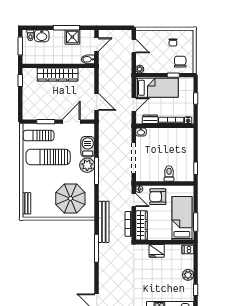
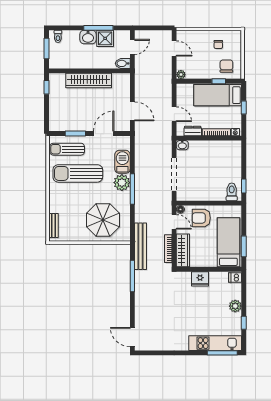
washbasin: (42, 36) -> (88, 37), moved
bed: (157, 88) -> (218, 95), moved, turned 180
door: (134, 104) -> (174, 114), hinge flipped
toilet: (169, 173) -> (232, 192), moved

